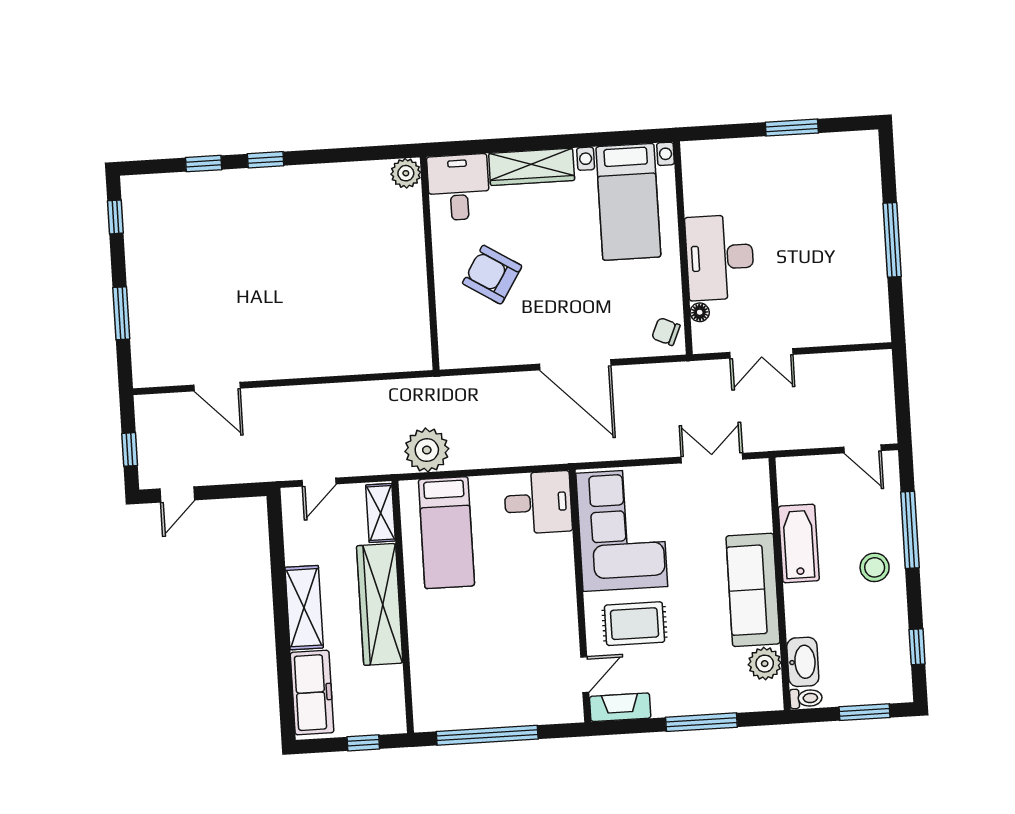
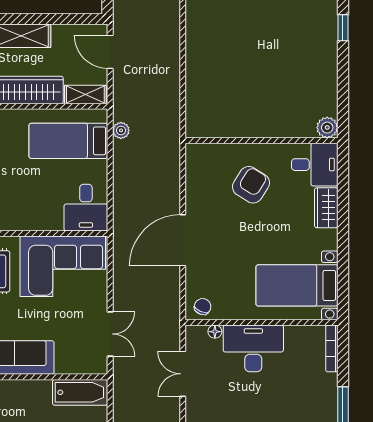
bookcase: (713, 148) -> (332, 348), added
wardrobe: (532, 167) -> (326, 208), width x0.67
plant: (427, 450) -> (121, 130), width x0.53, depth x0.53
door: (319, 482) -> (110, 52), width x1.38
bathtub: (799, 543) -> (80, 392), moved

